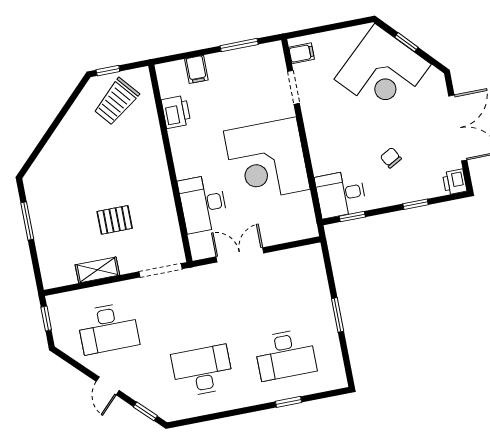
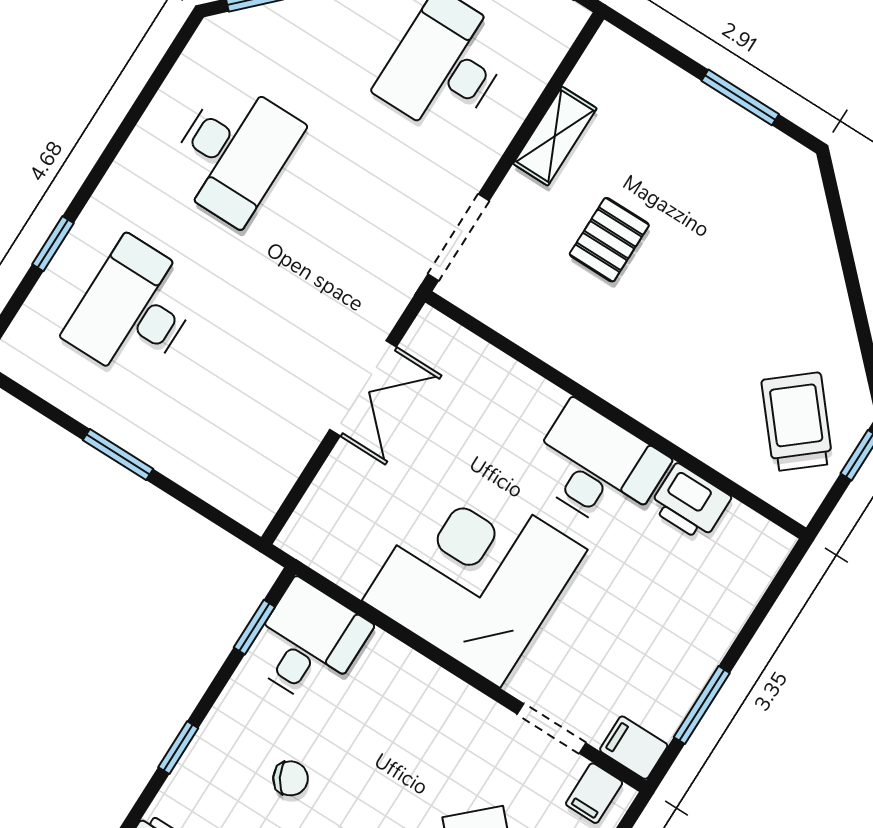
filing cabinet: (196, 69) -> (634, 748), moved
desk: (203, 204) -> (598, 467), moved

